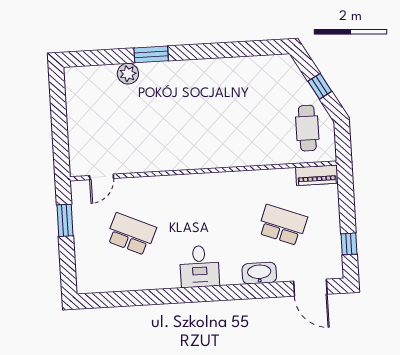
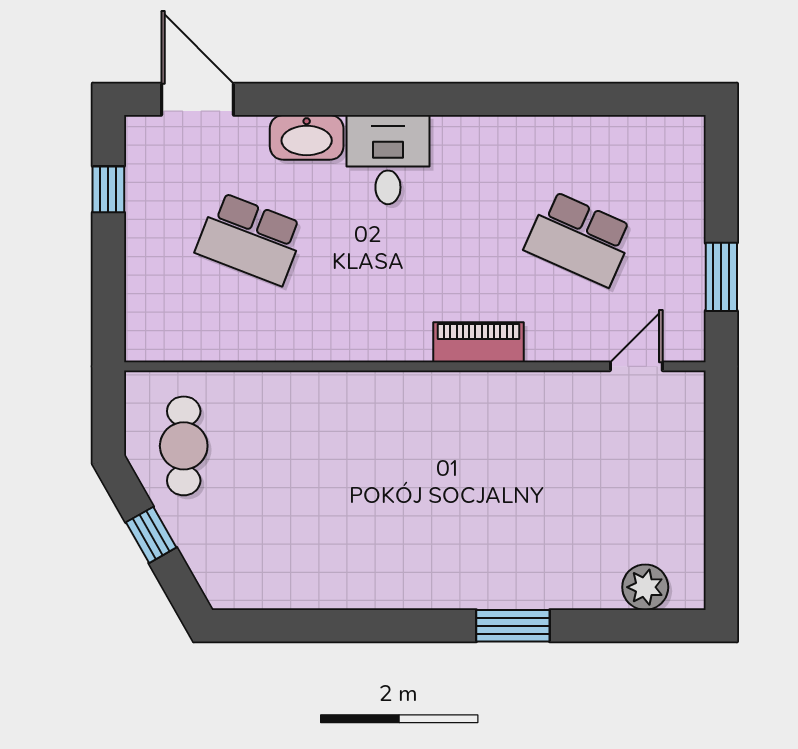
plant: (128, 74) -> (645, 587), moved
piano: (317, 175) -> (478, 342), moved
desk: (199, 266) -> (388, 160), moved

